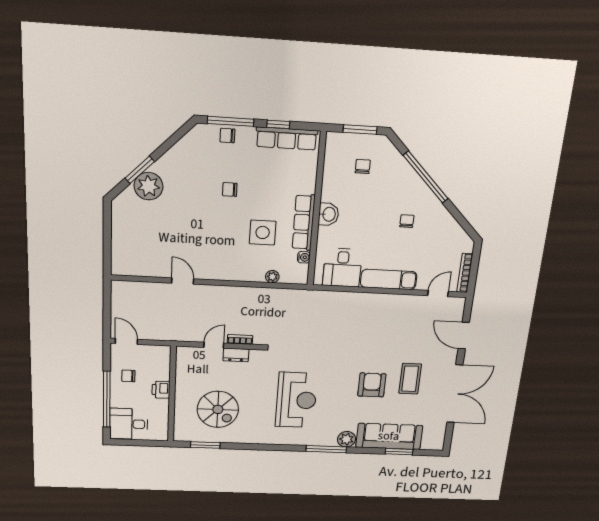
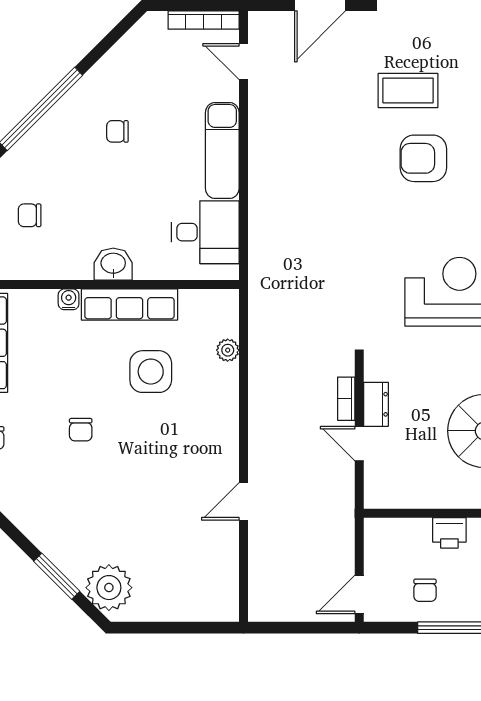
plant: (149, 186) -> (109, 588), moved
water cooler: (304, 257) -> (69, 299), moved

